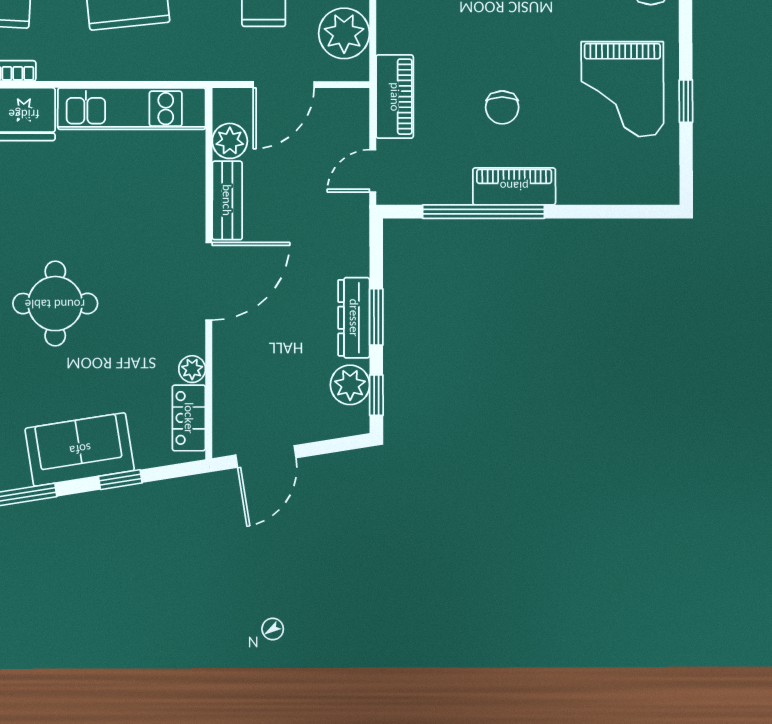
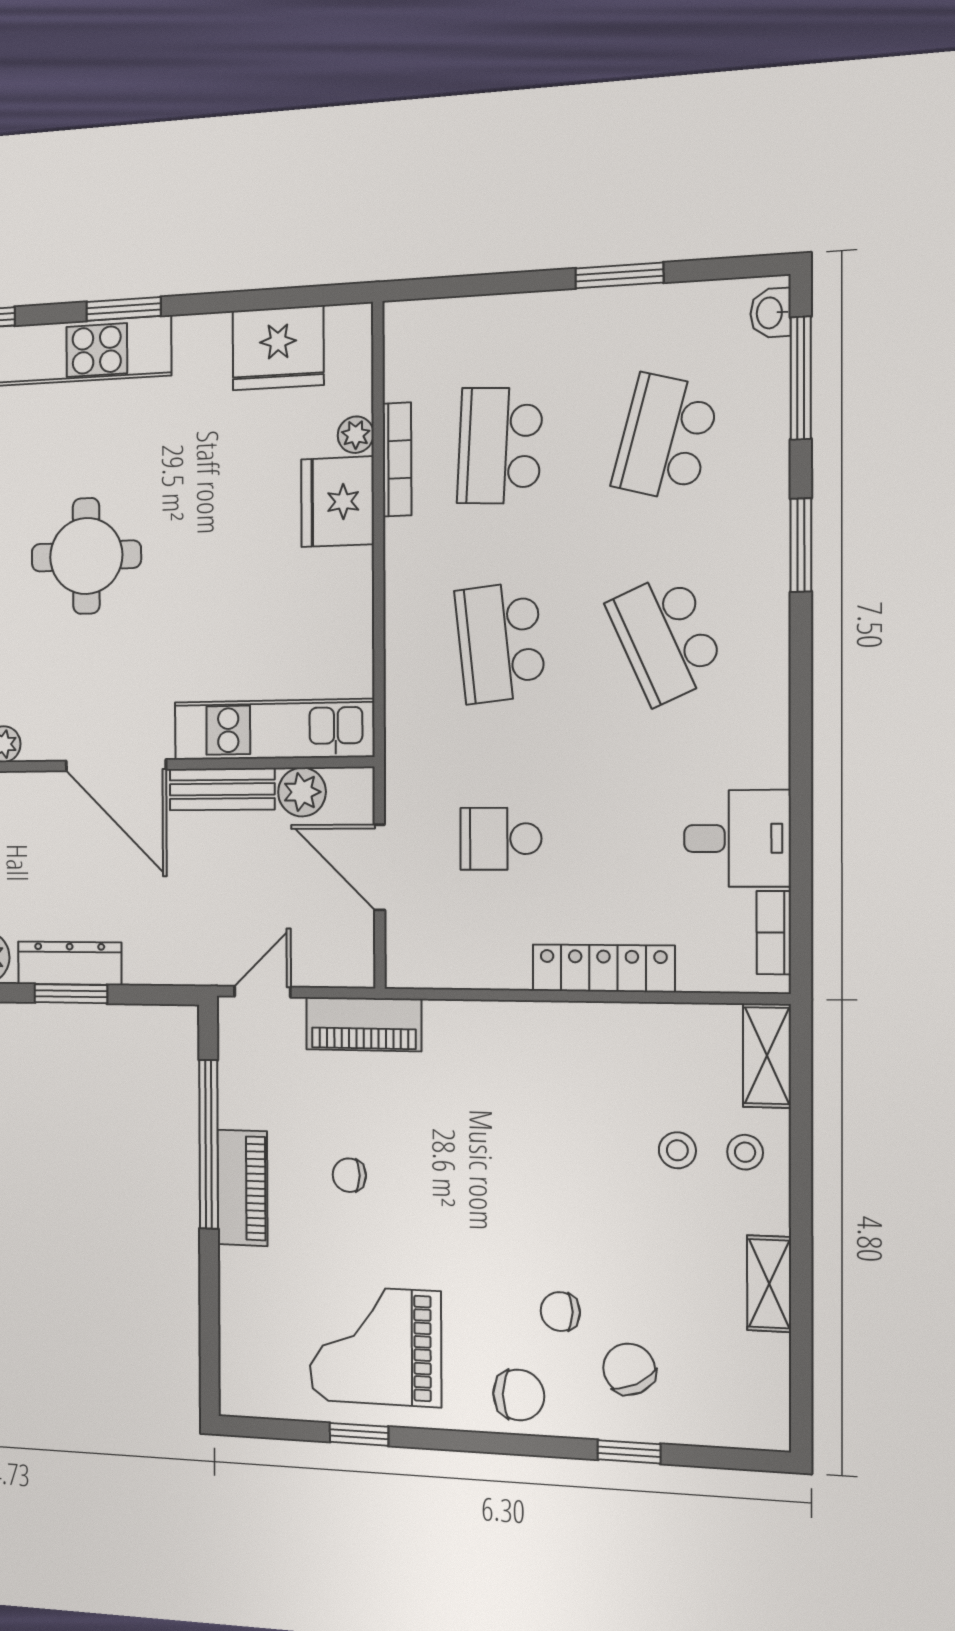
plant: (344, 33) -> (451, 954), removed
chair: (502, 107) -> (349, 1175), width x0.73, depth x0.73
kitchen unit: (132, 109) -> (274, 729), moved, turned 90
door: (373, 171) -> (262, 992), hinge flipped

